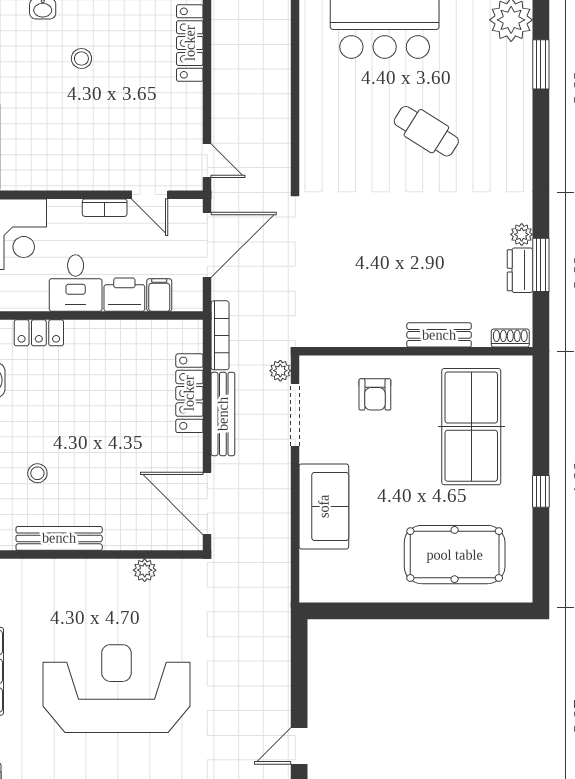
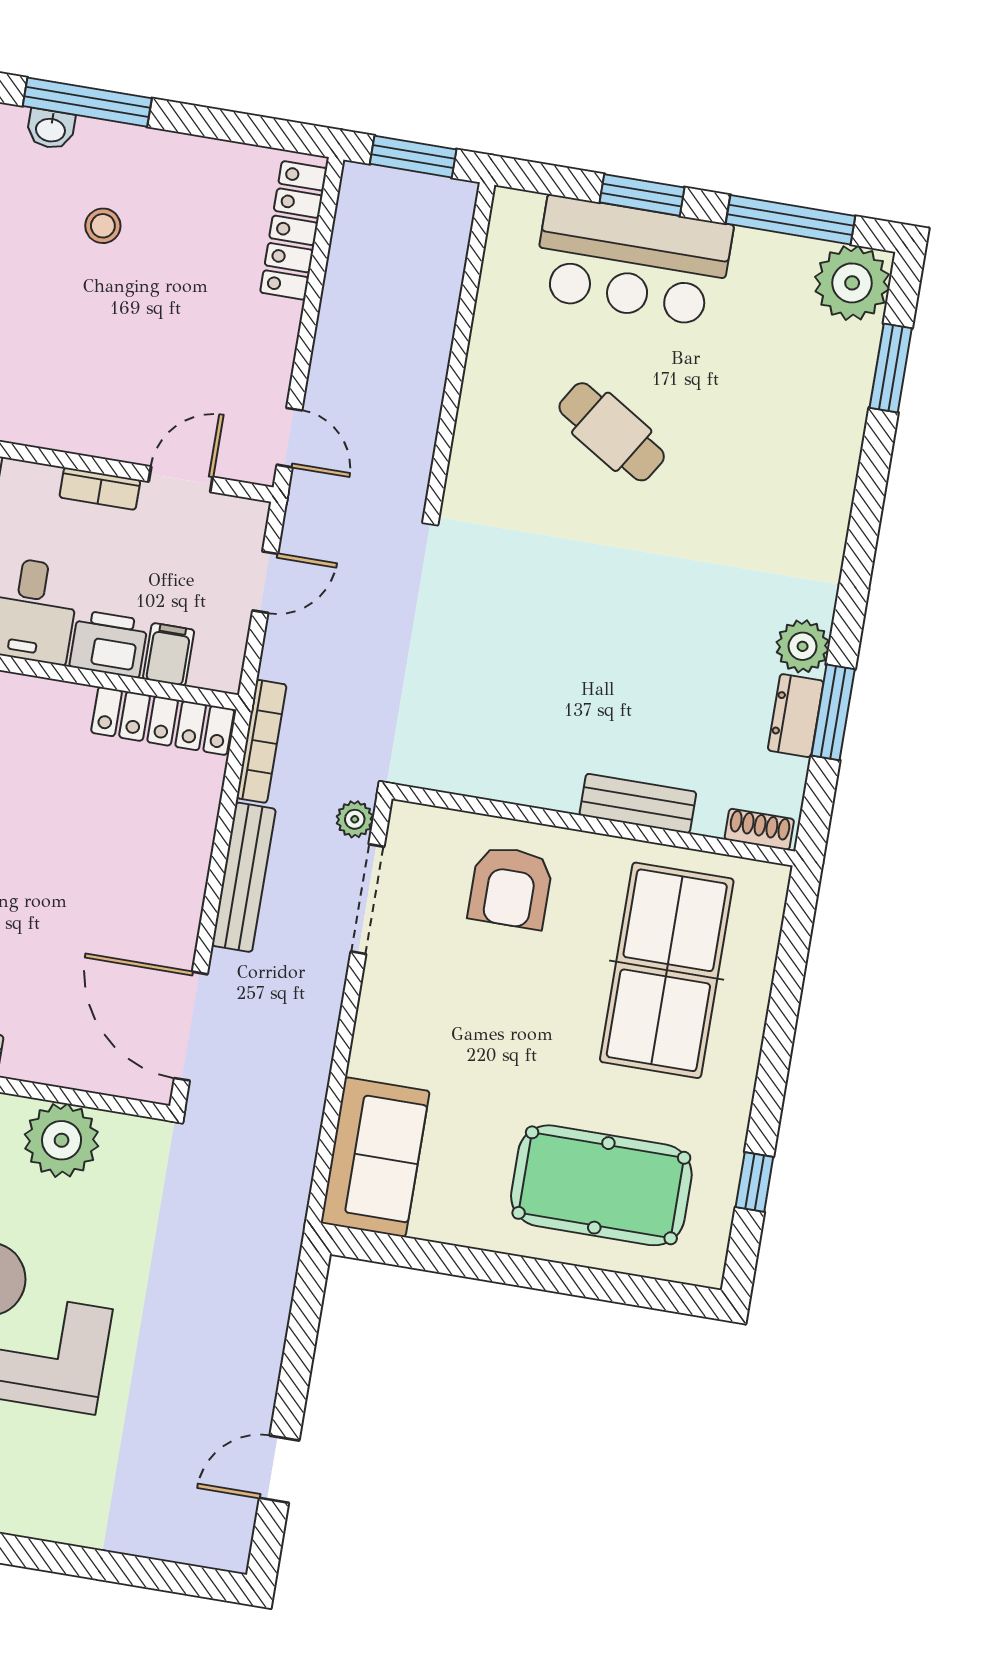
cafe table: (426, 131) -> (612, 432), moved
door: (150, 195) -> (181, 479), swing flipped
plant: (522, 234) -> (803, 646), width x1.38, depth x1.38
door: (207, 245) -> (265, 582), width x0.53
locker: (189, 393) -> (163, 721), moved, turned -90
armchair: (375, 394) -> (510, 887), width x1.38, depth x1.38
window: (541, 491) -> (754, 1182), moved
sofa: (324, 506) -> (375, 1157), moved
plant: (145, 570) -> (62, 1140), width x1.88, depth x1.88

